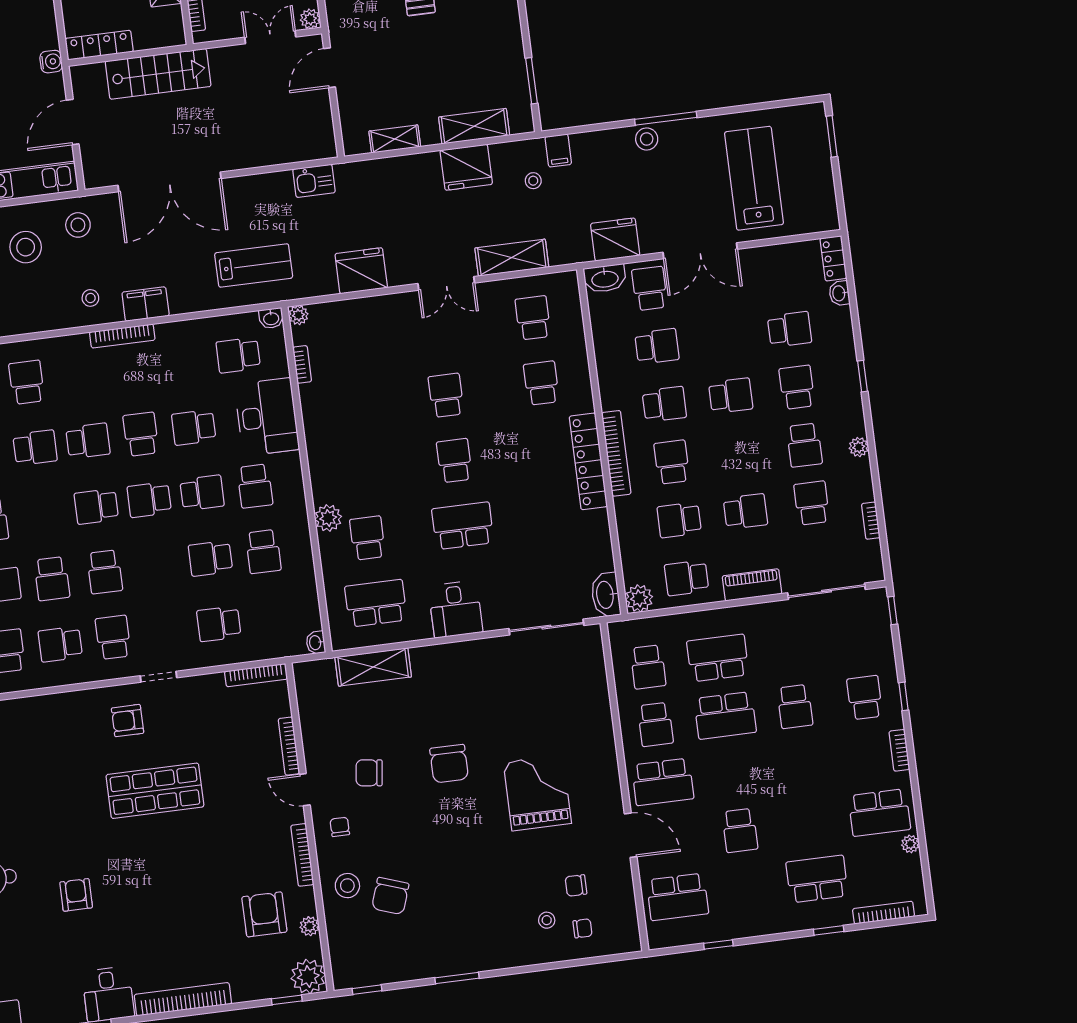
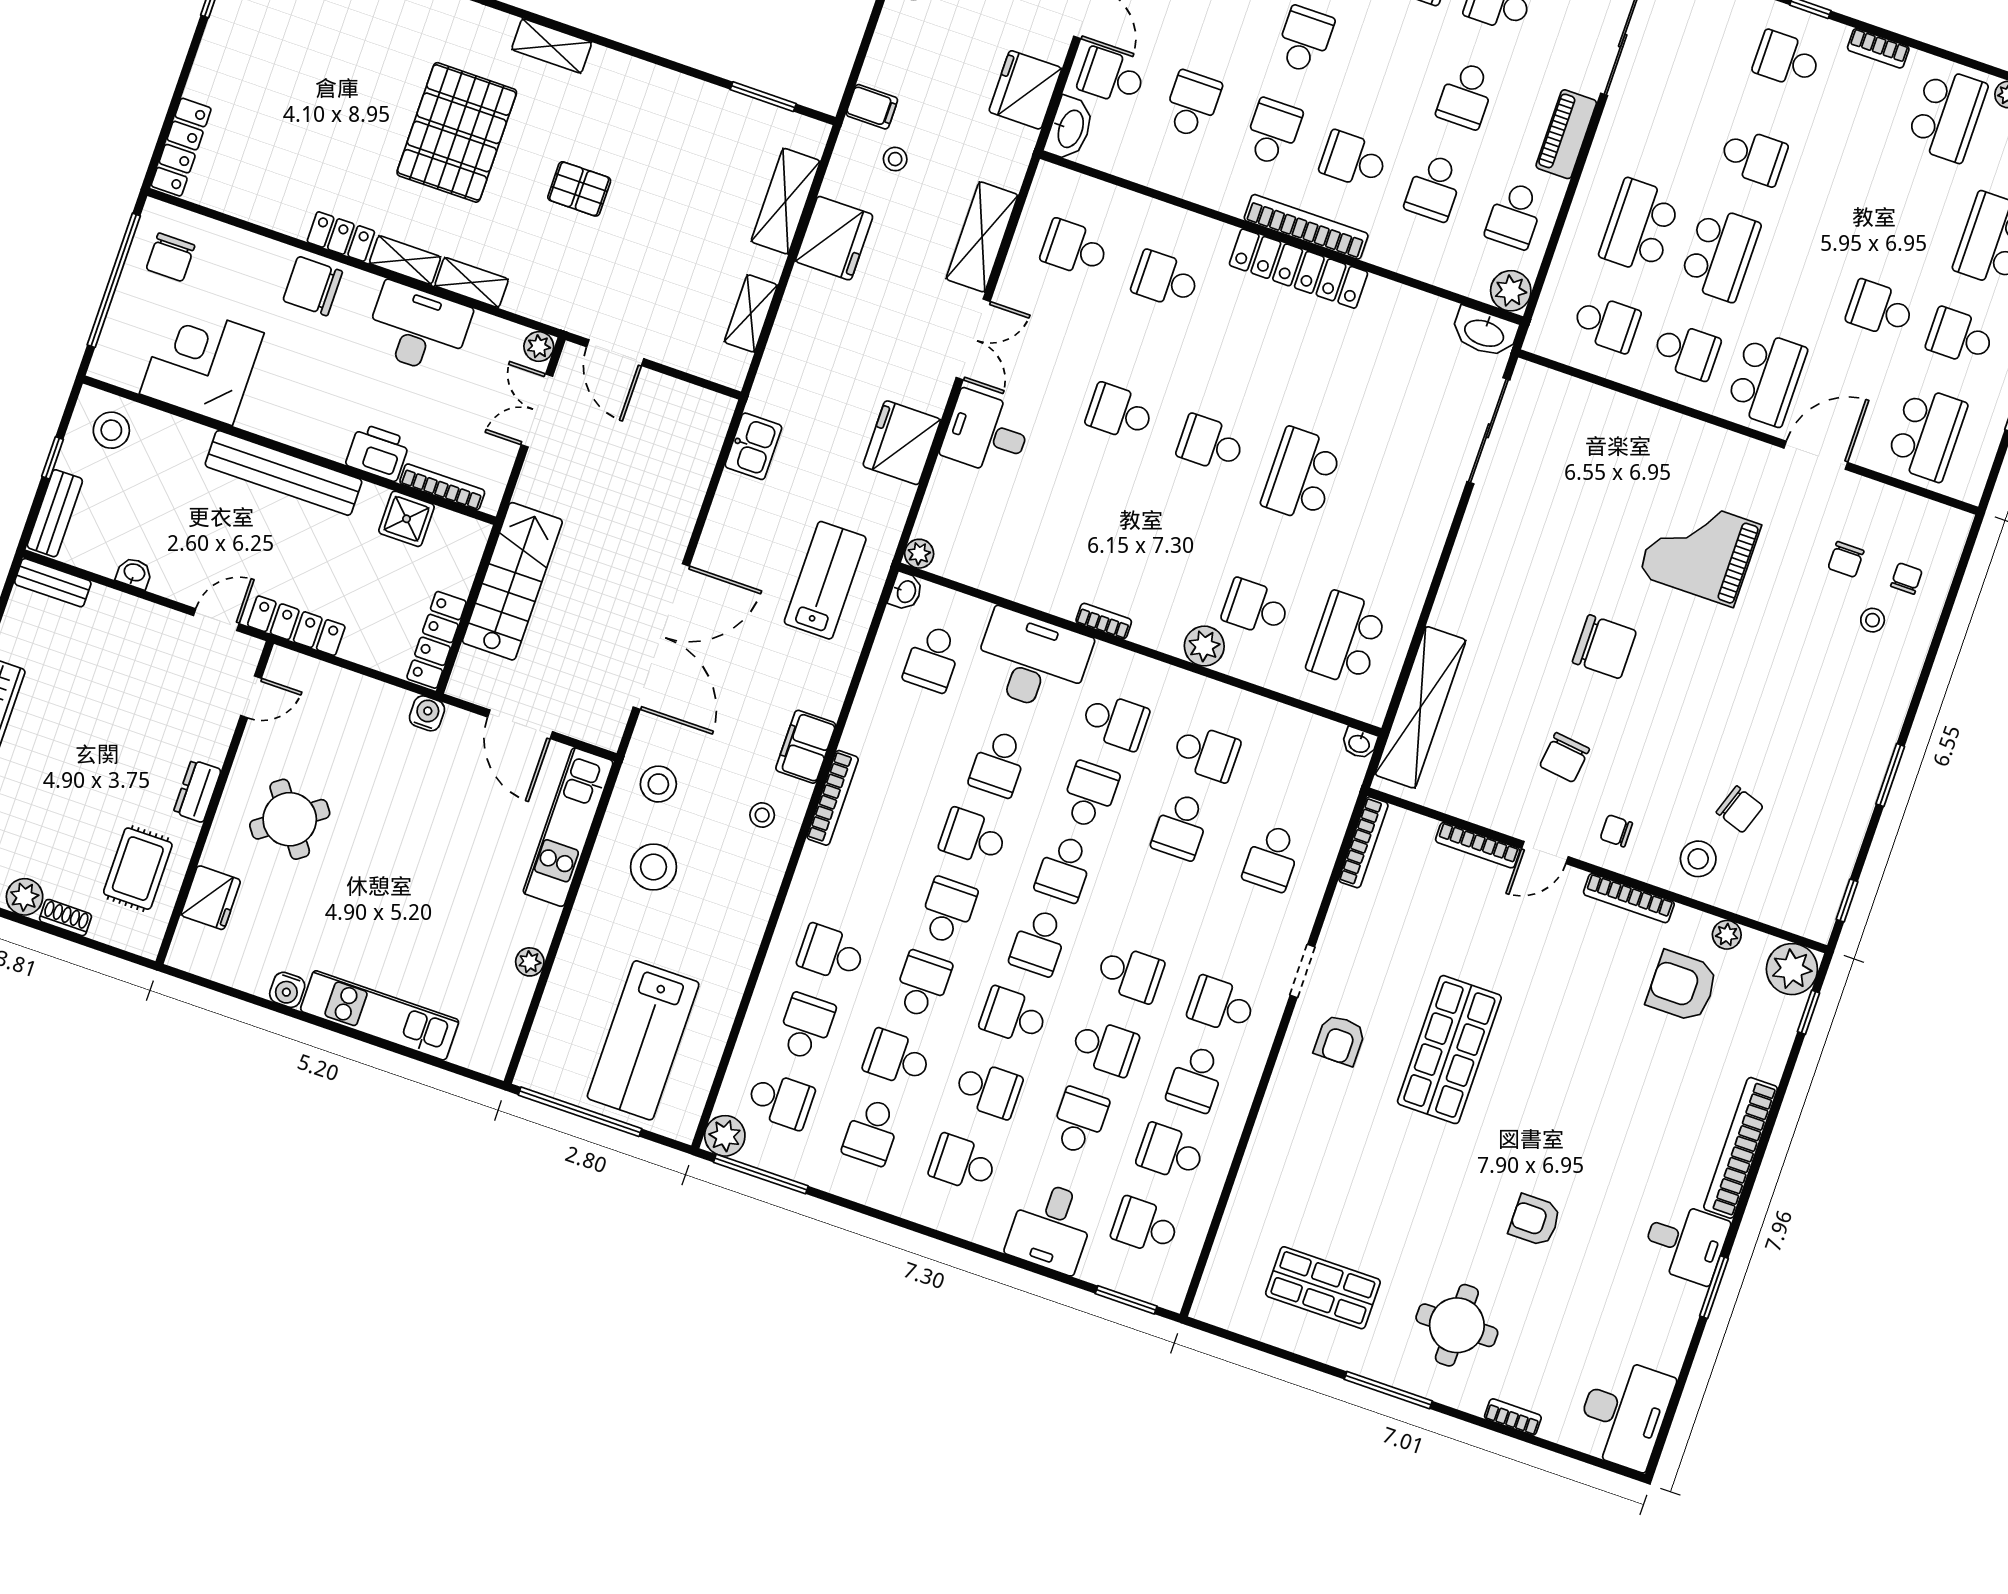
bookcase: (302, 364) -> (1104, 621), moved
school desk: (745, 511) -> (1466, 95), turned 180
school desk: (43, 513) -> (1014, 1016), added
desk: (456, 609) -> (986, 433), moved, turned 180
shelving: (373, 667) -> (1420, 707), width x1.47
school desk: (740, 830) -> (1880, 309), turned 180
school desk: (747, 888) -> (1960, 337), added
chair: (390, 896) -> (1740, 809), width x0.73, depth x0.73

